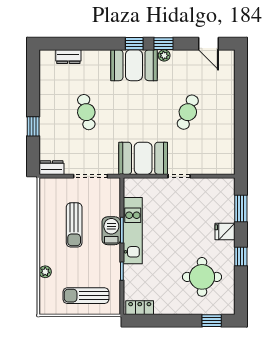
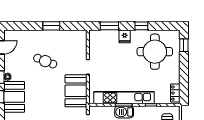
window: (241, 121) -> (51, 26), added
kitchen unit: (133, 231) -> (124, 98), width x1.36
round table: (202, 277) -> (155, 52), width x1.36, depth x1.36

